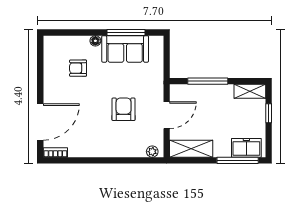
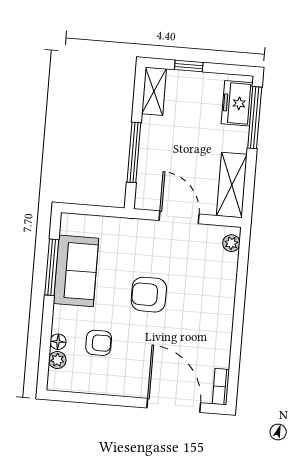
plant: (64, 41) -> (57, 360), added
floor lamp: (95, 41) -> (58, 342), moved
armchair: (78, 68) -> (99, 343), turned -90
armchair: (124, 109) -> (149, 295), moved

